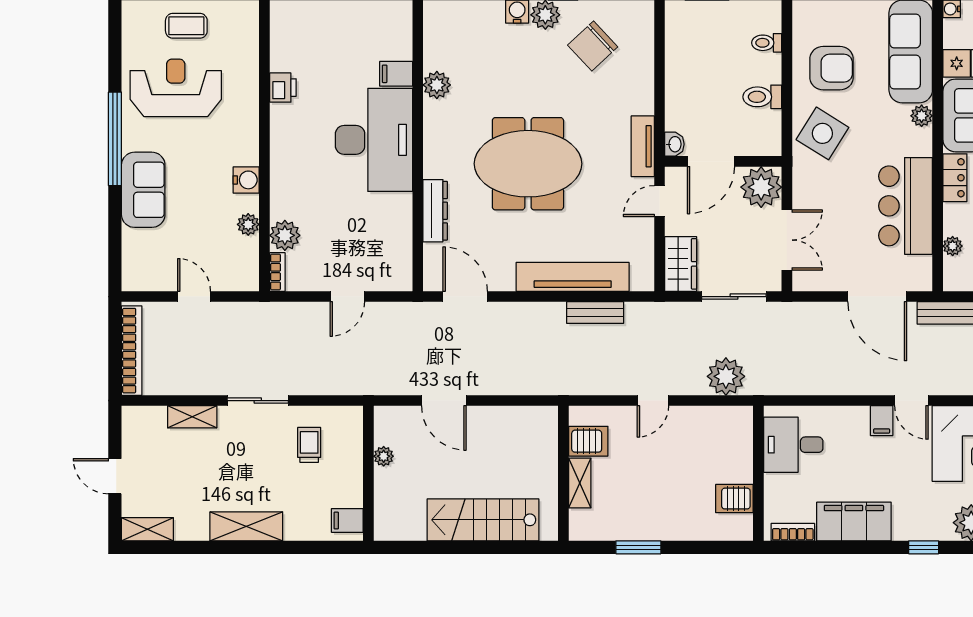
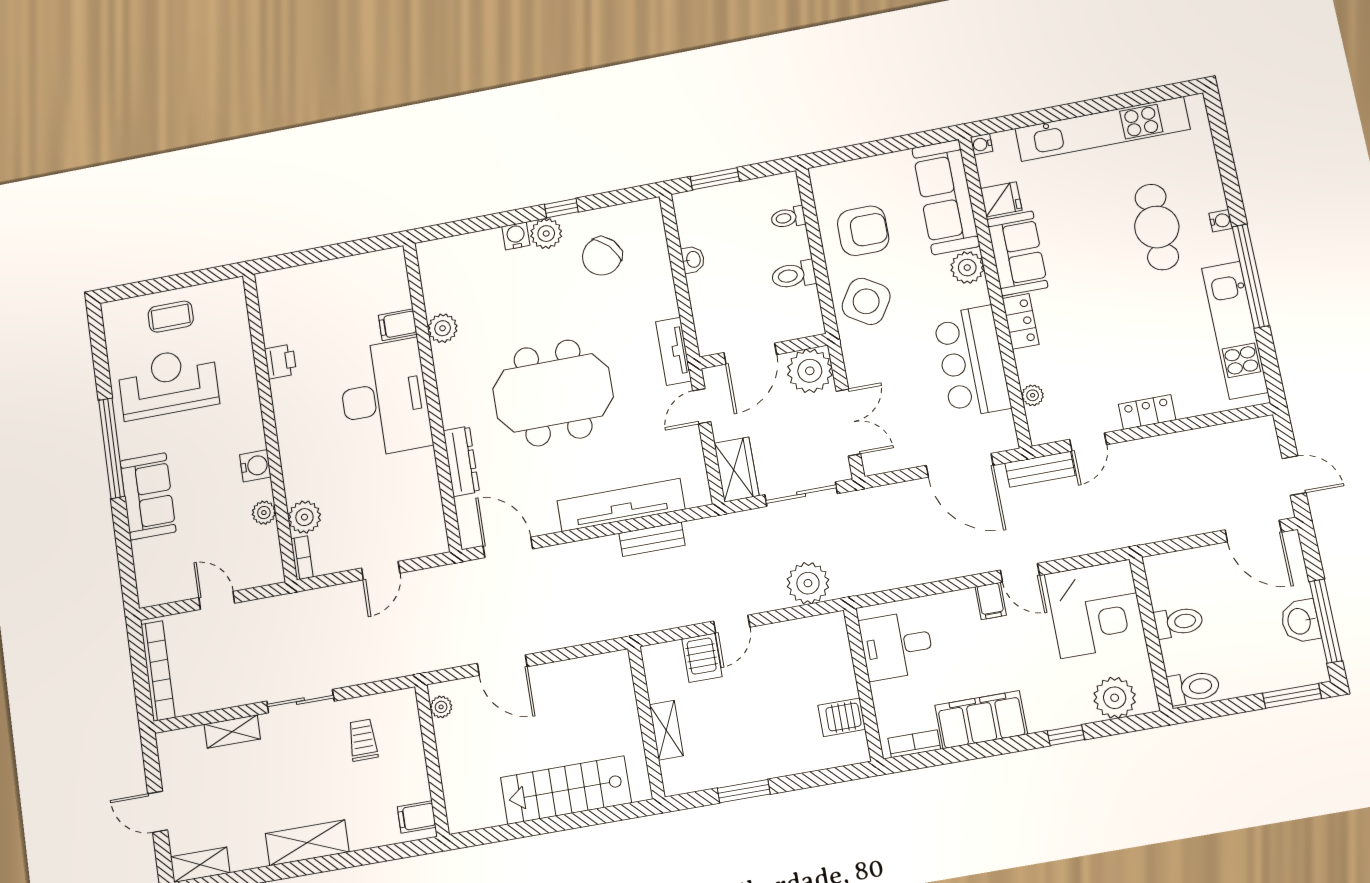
plant: (922, 116) -> (967, 268), width x1.38, depth x1.38
washbasin: (674, 144) -> (693, 260), moved
server rack: (588, 441) -> (702, 658), moved, turned 90
plant: (384, 456) -> (441, 707), moved

